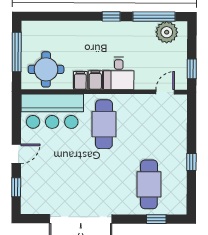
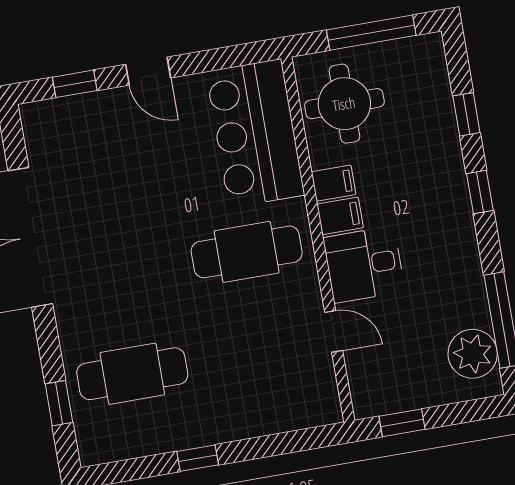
window: (60, 16) -> (466, 114), added
window: (111, 16) -> (480, 192), moved
door: (165, 92) -> (334, 331), moved

